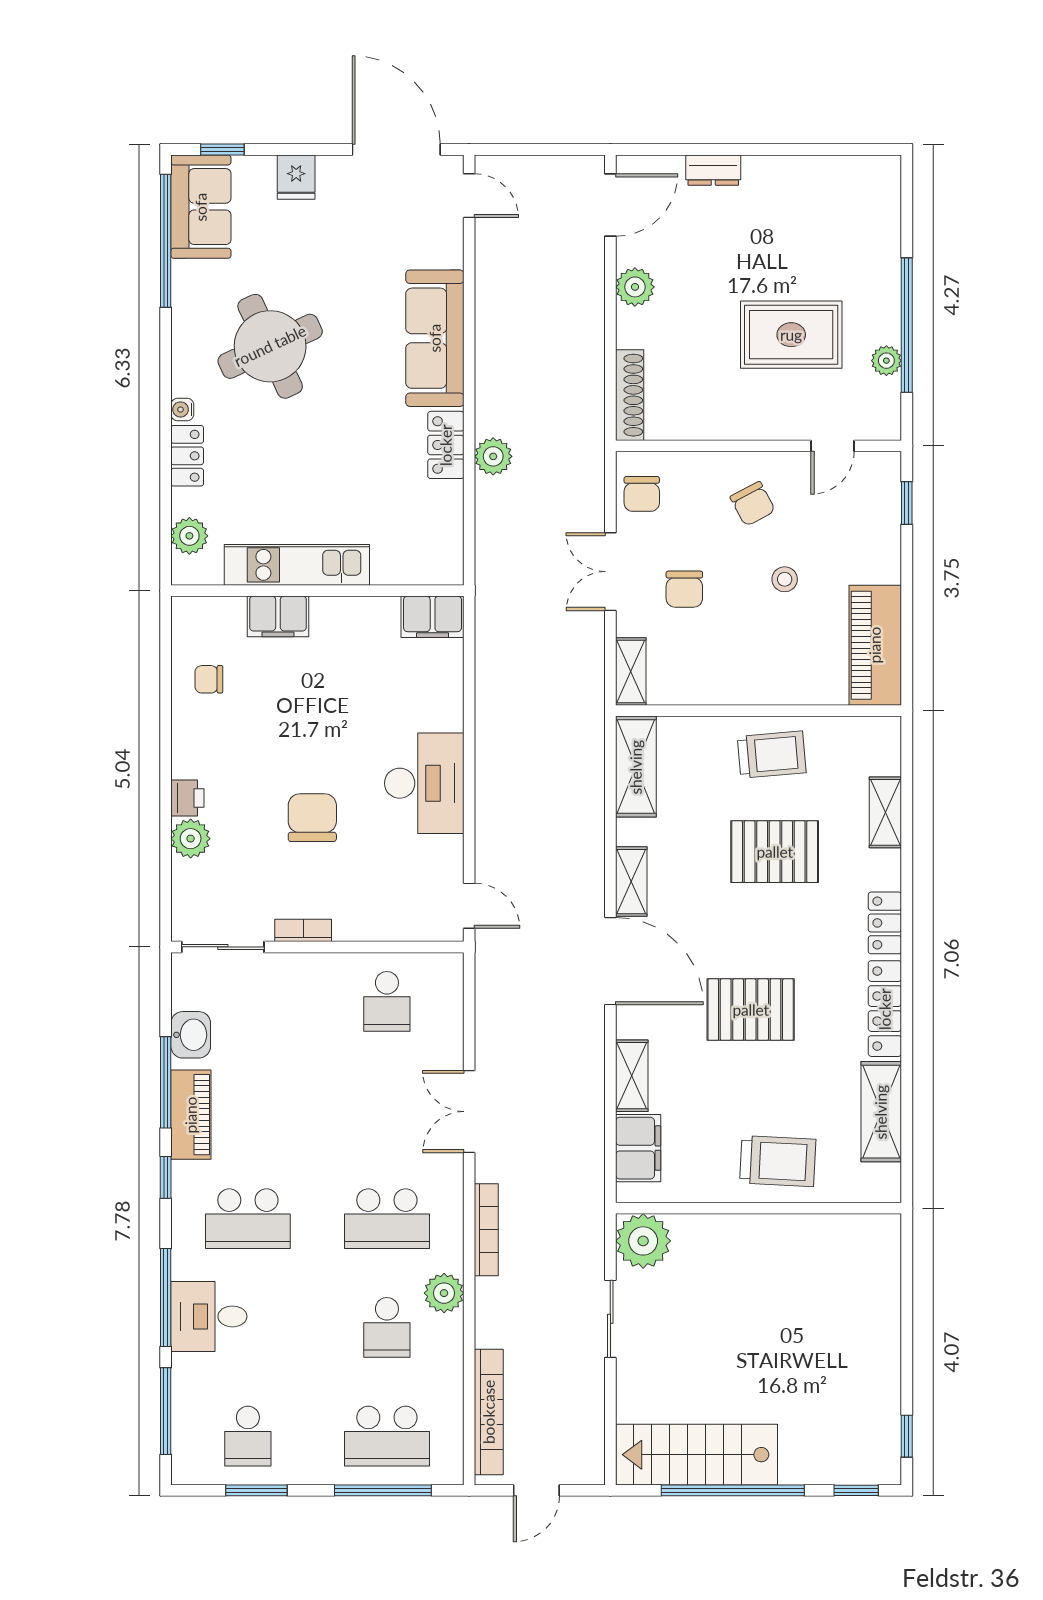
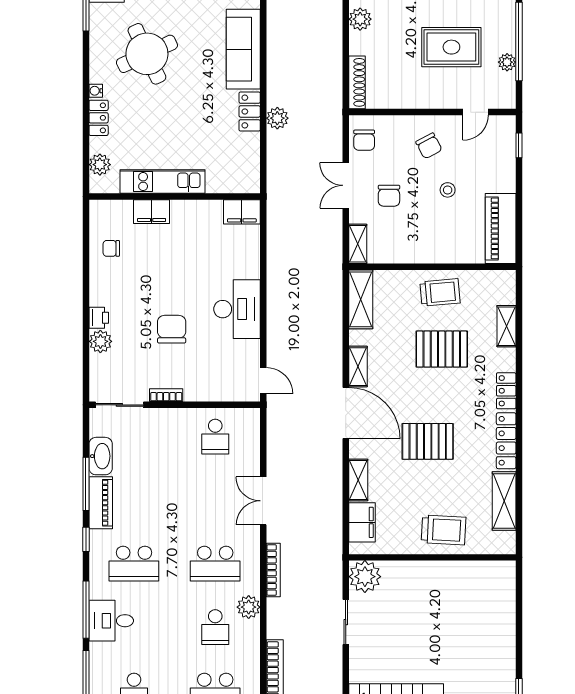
washbasin: (191, 1035) -> (101, 456), width x1.38

